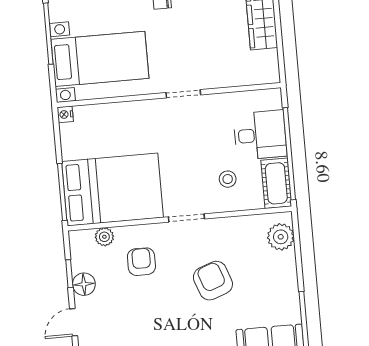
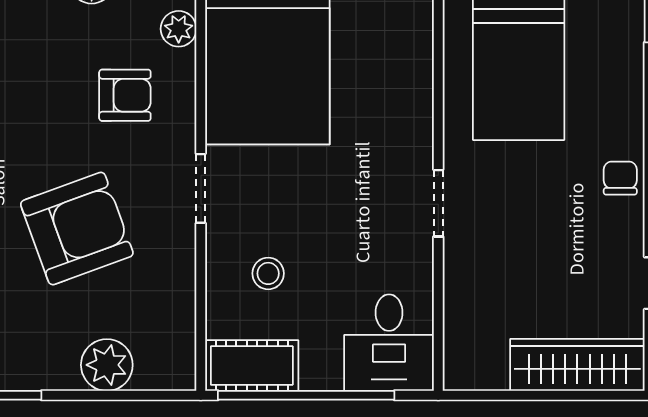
desk: (260, 135) -> (389, 343), moved
plant: (281, 237) -> (107, 365), moved
armchair: (213, 281) -> (77, 229), width x1.36, depth x1.36

